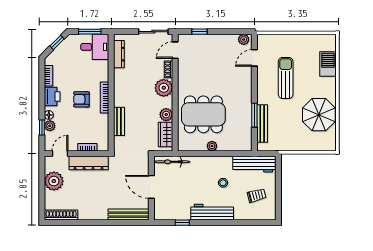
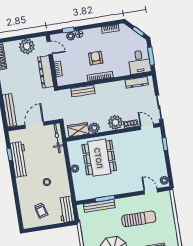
printer: (52, 97) -> (94, 34), removed
workbench: (254, 164) -> (67, 209), width x0.73
workbench: (212, 212) -> (19, 159), moved

